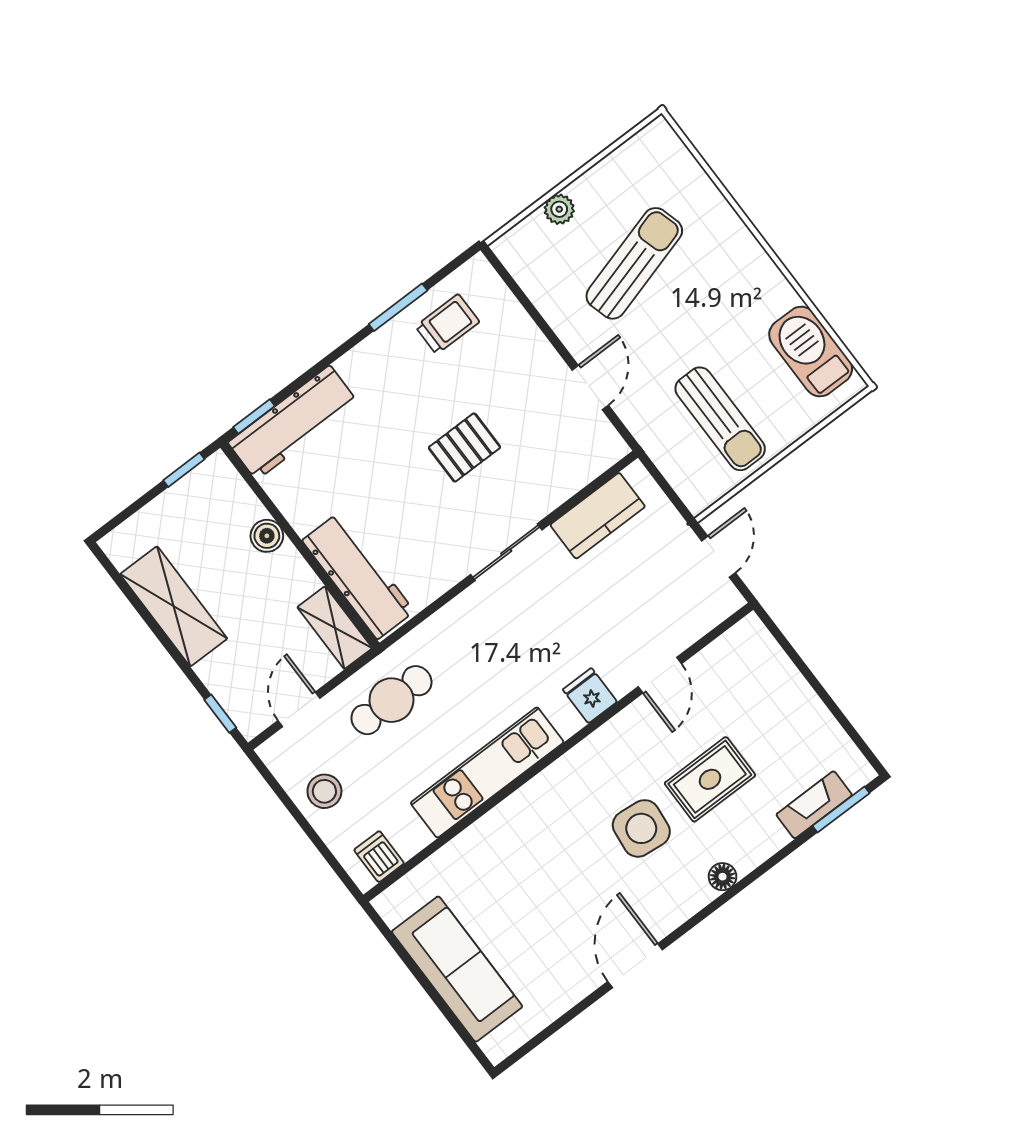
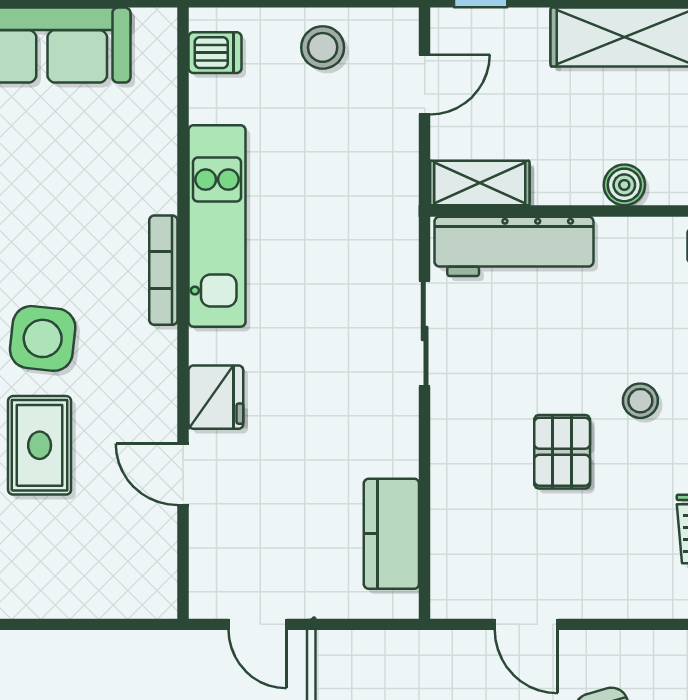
stool: (395, 423) -> (640, 401), added
sliding door: (506, 552) -> (425, 334), moved
fridge: (590, 696) -> (216, 397), width x1.38
cafe table: (391, 700) -> (363, 185), removed
door: (299, 709) -> (425, 84), hinge flipped
bookcase: (541, 785) -> (163, 270), added

